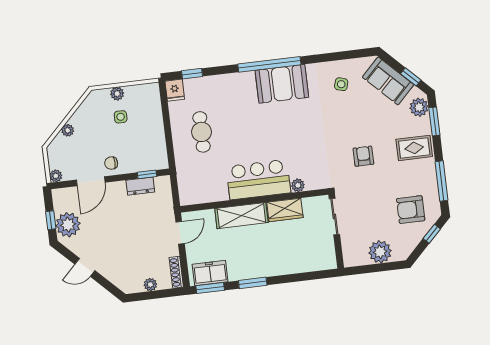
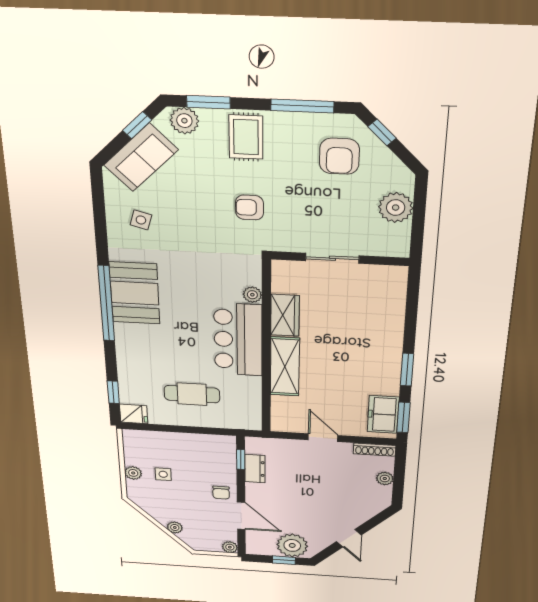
bar counter: (258, 180) -> (238, 340), moved
plant: (298, 185) -> (252, 295), moved
wall: (254, 200) -> (266, 349), moved
wardrobe: (285, 210) -> (285, 315), moved
shelving: (241, 216) -> (285, 366), moved

